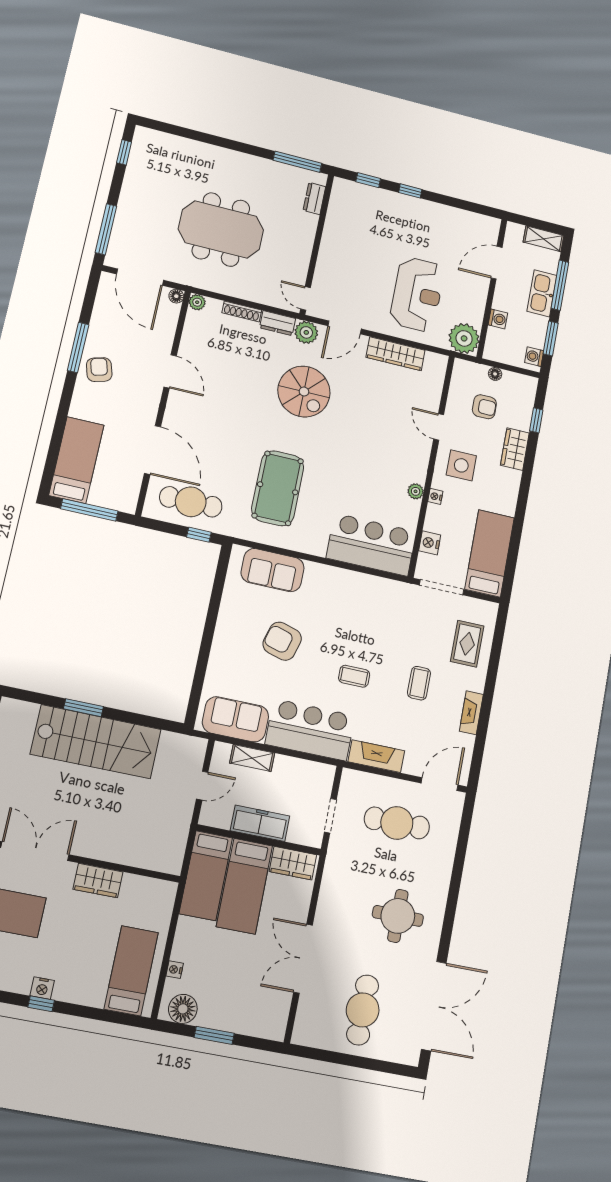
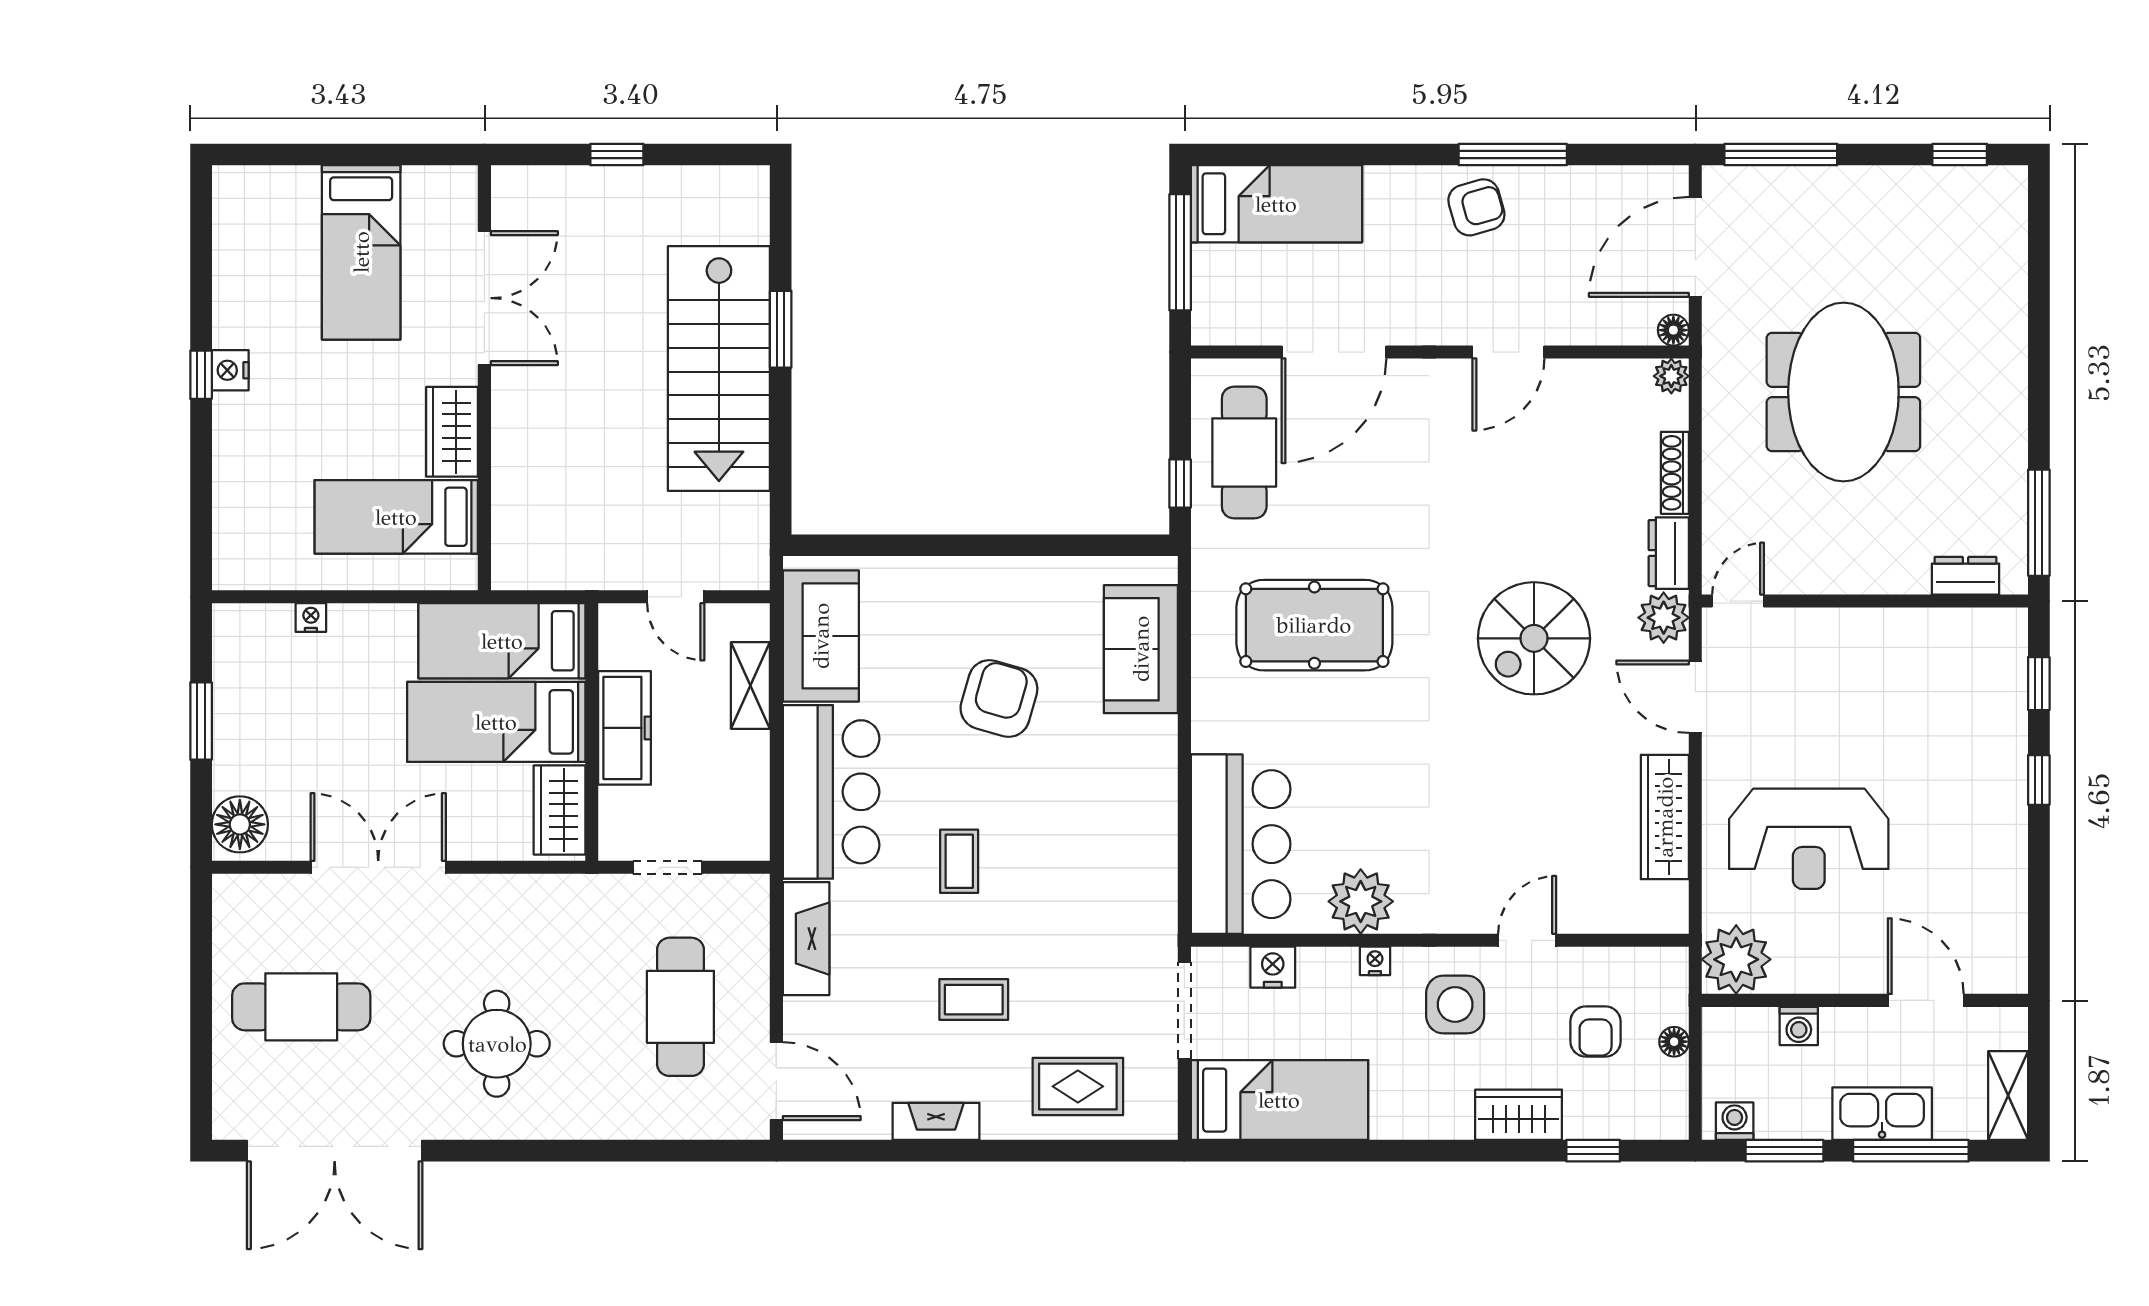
plant: (416, 491) -> (1361, 901), width x1.88, depth x1.88
bed: (131, 971) -> (396, 517), moved, turned 180
floor lamp: (183, 1009) -> (240, 824), moved

